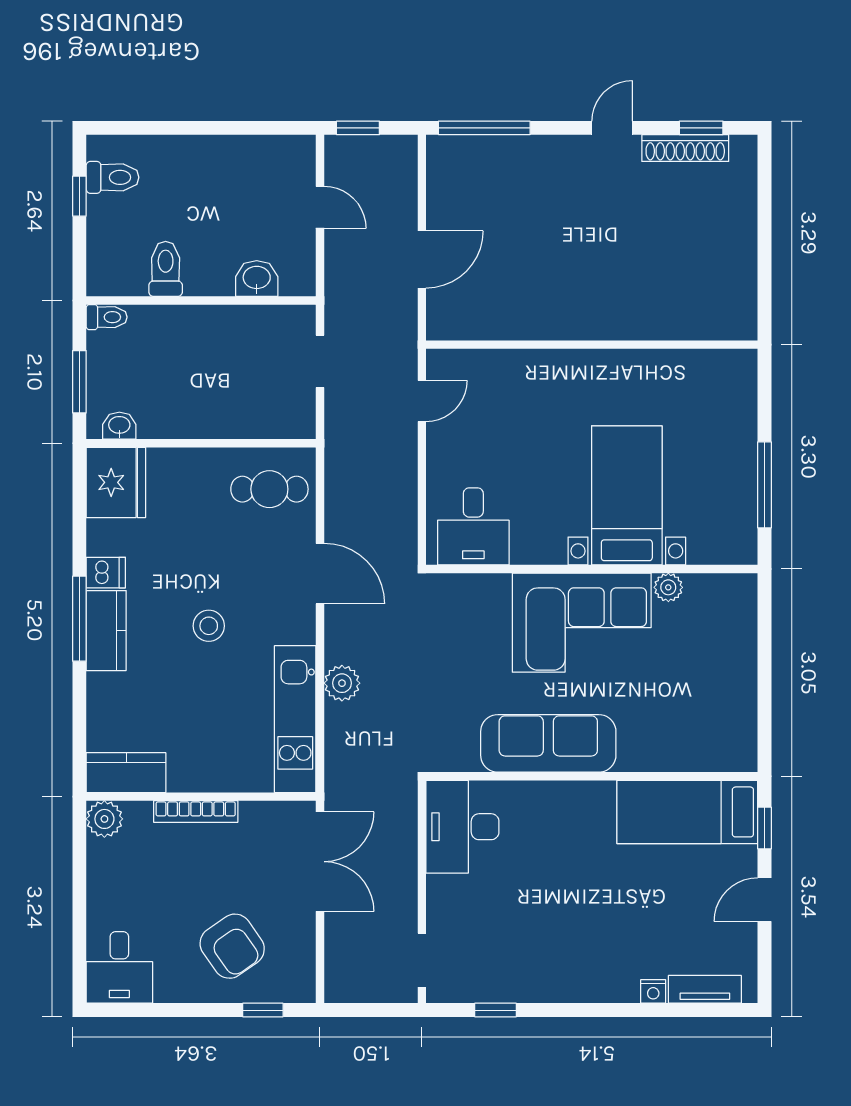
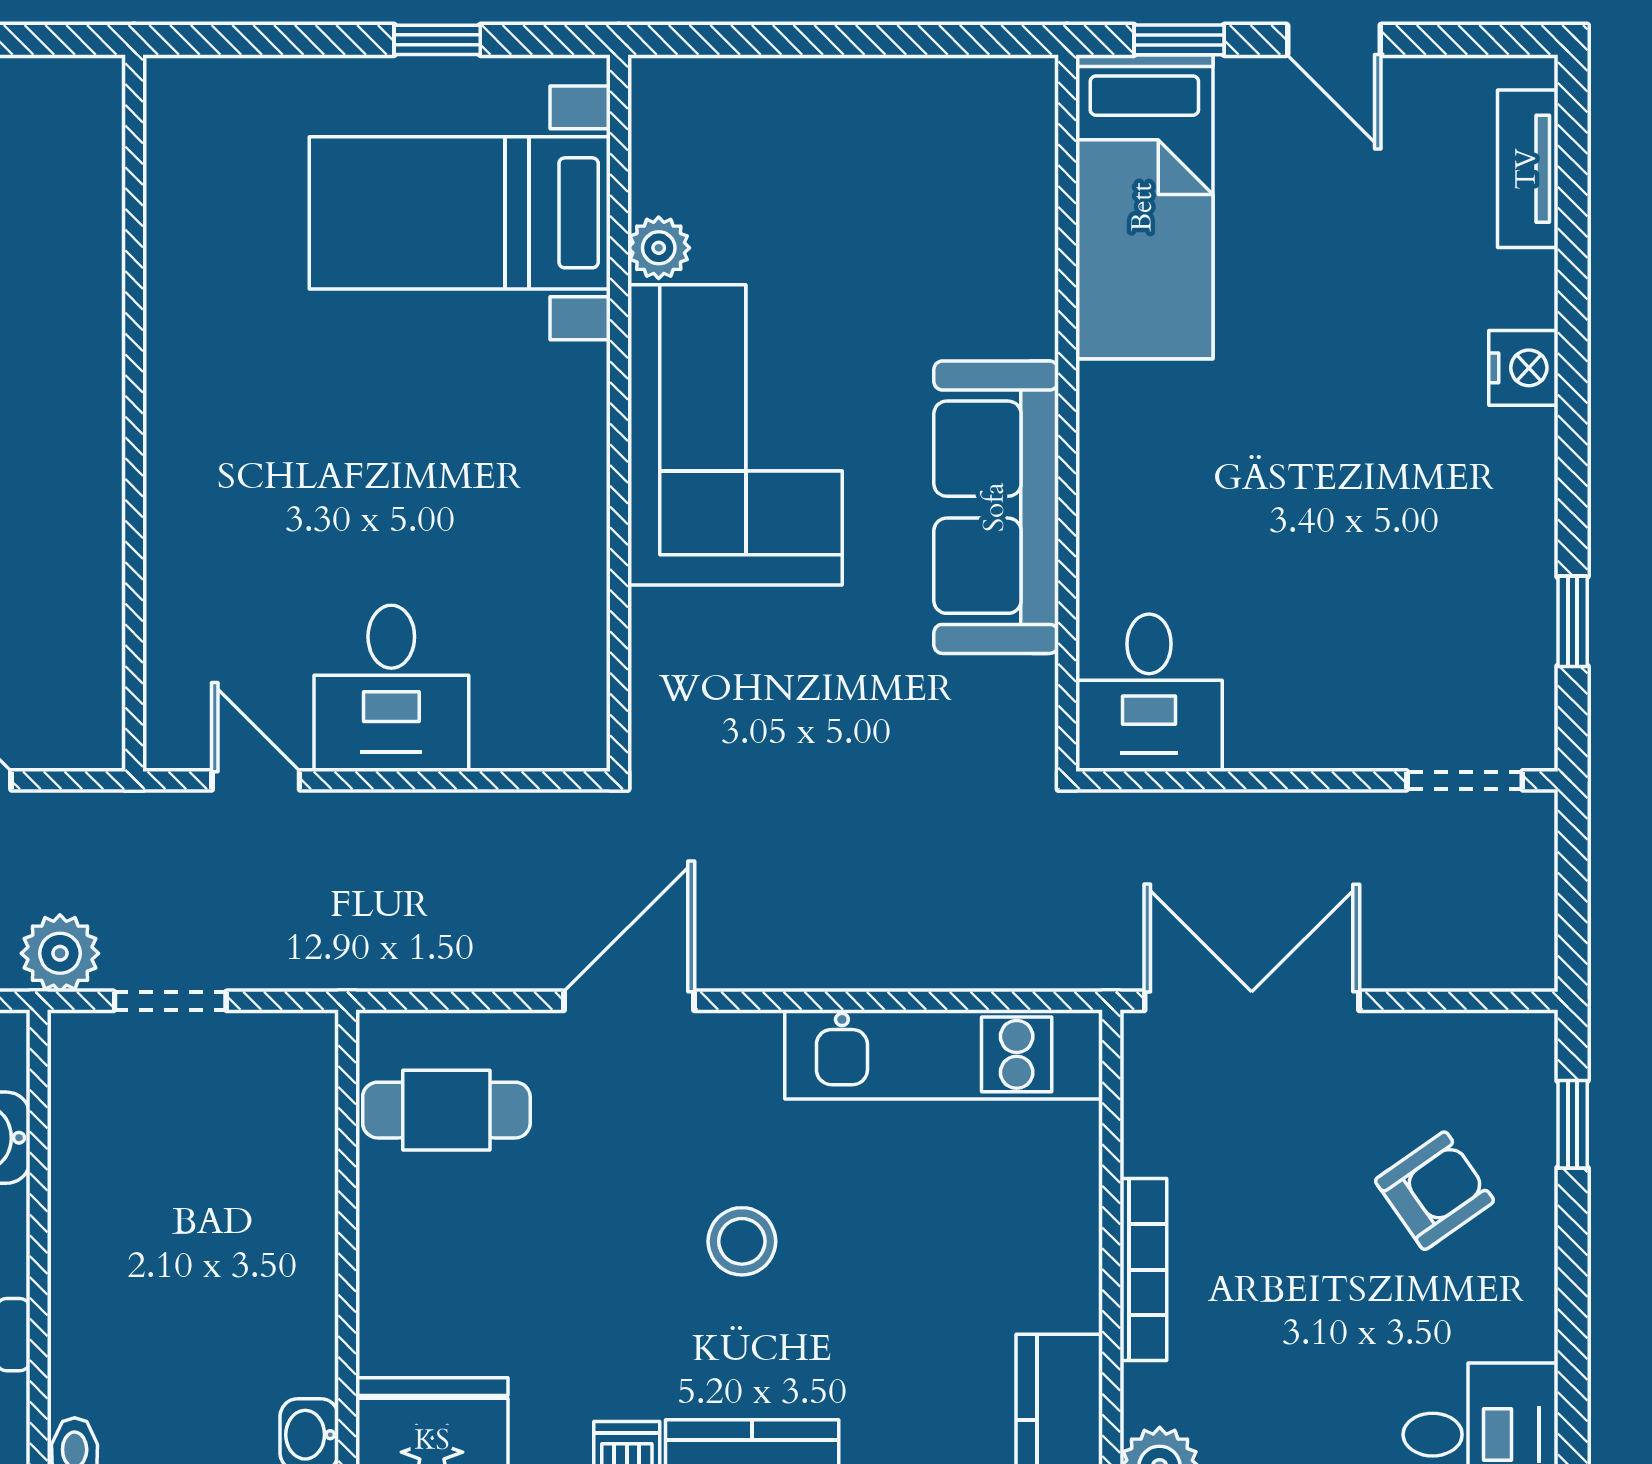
window: (764, 485) -> (437, 40), width x0.46
cafe table: (269, 489) -> (446, 1110), turned 90
bed with nightstands: (627, 495) -> (460, 213), moved
desk: (473, 526) -> (391, 688), moved, turned 90
plant: (342, 683) -> (60, 953), moved
desk: (462, 827) -> (1149, 693), width x0.73
armchair: (232, 946) -> (1434, 1191), width x0.72, depth x0.72
nightstand: (653, 991) -> (1523, 368), moved, width x1.39, depth x1.35

